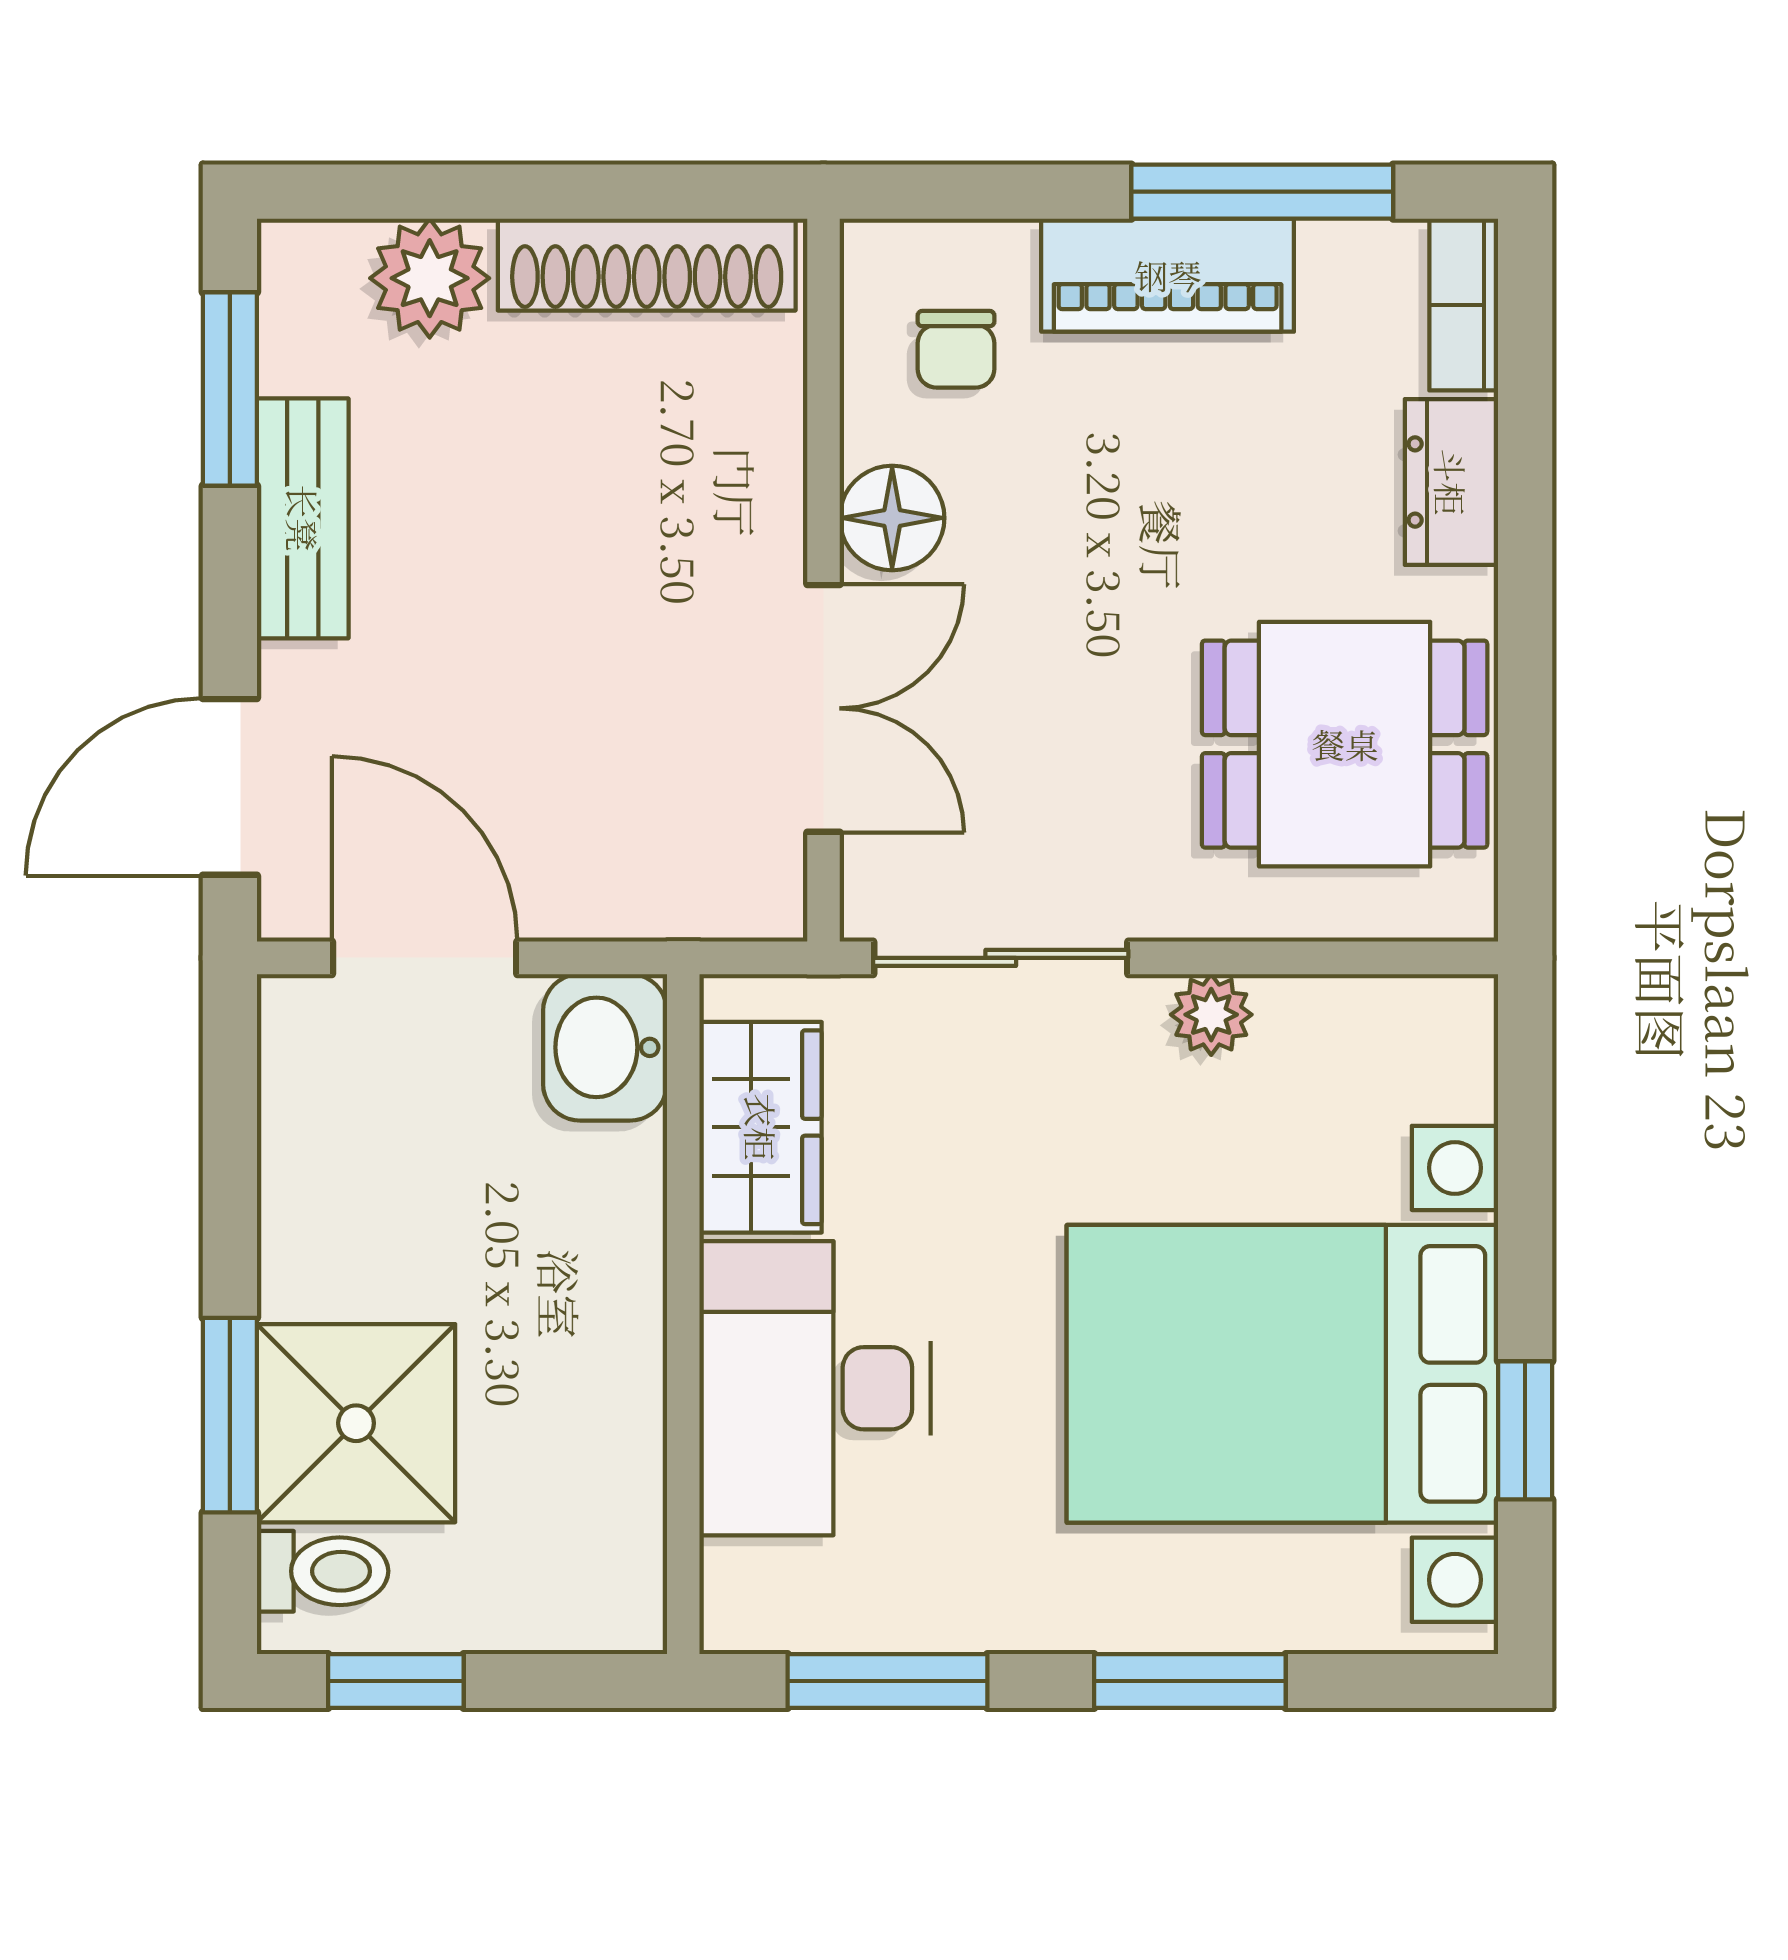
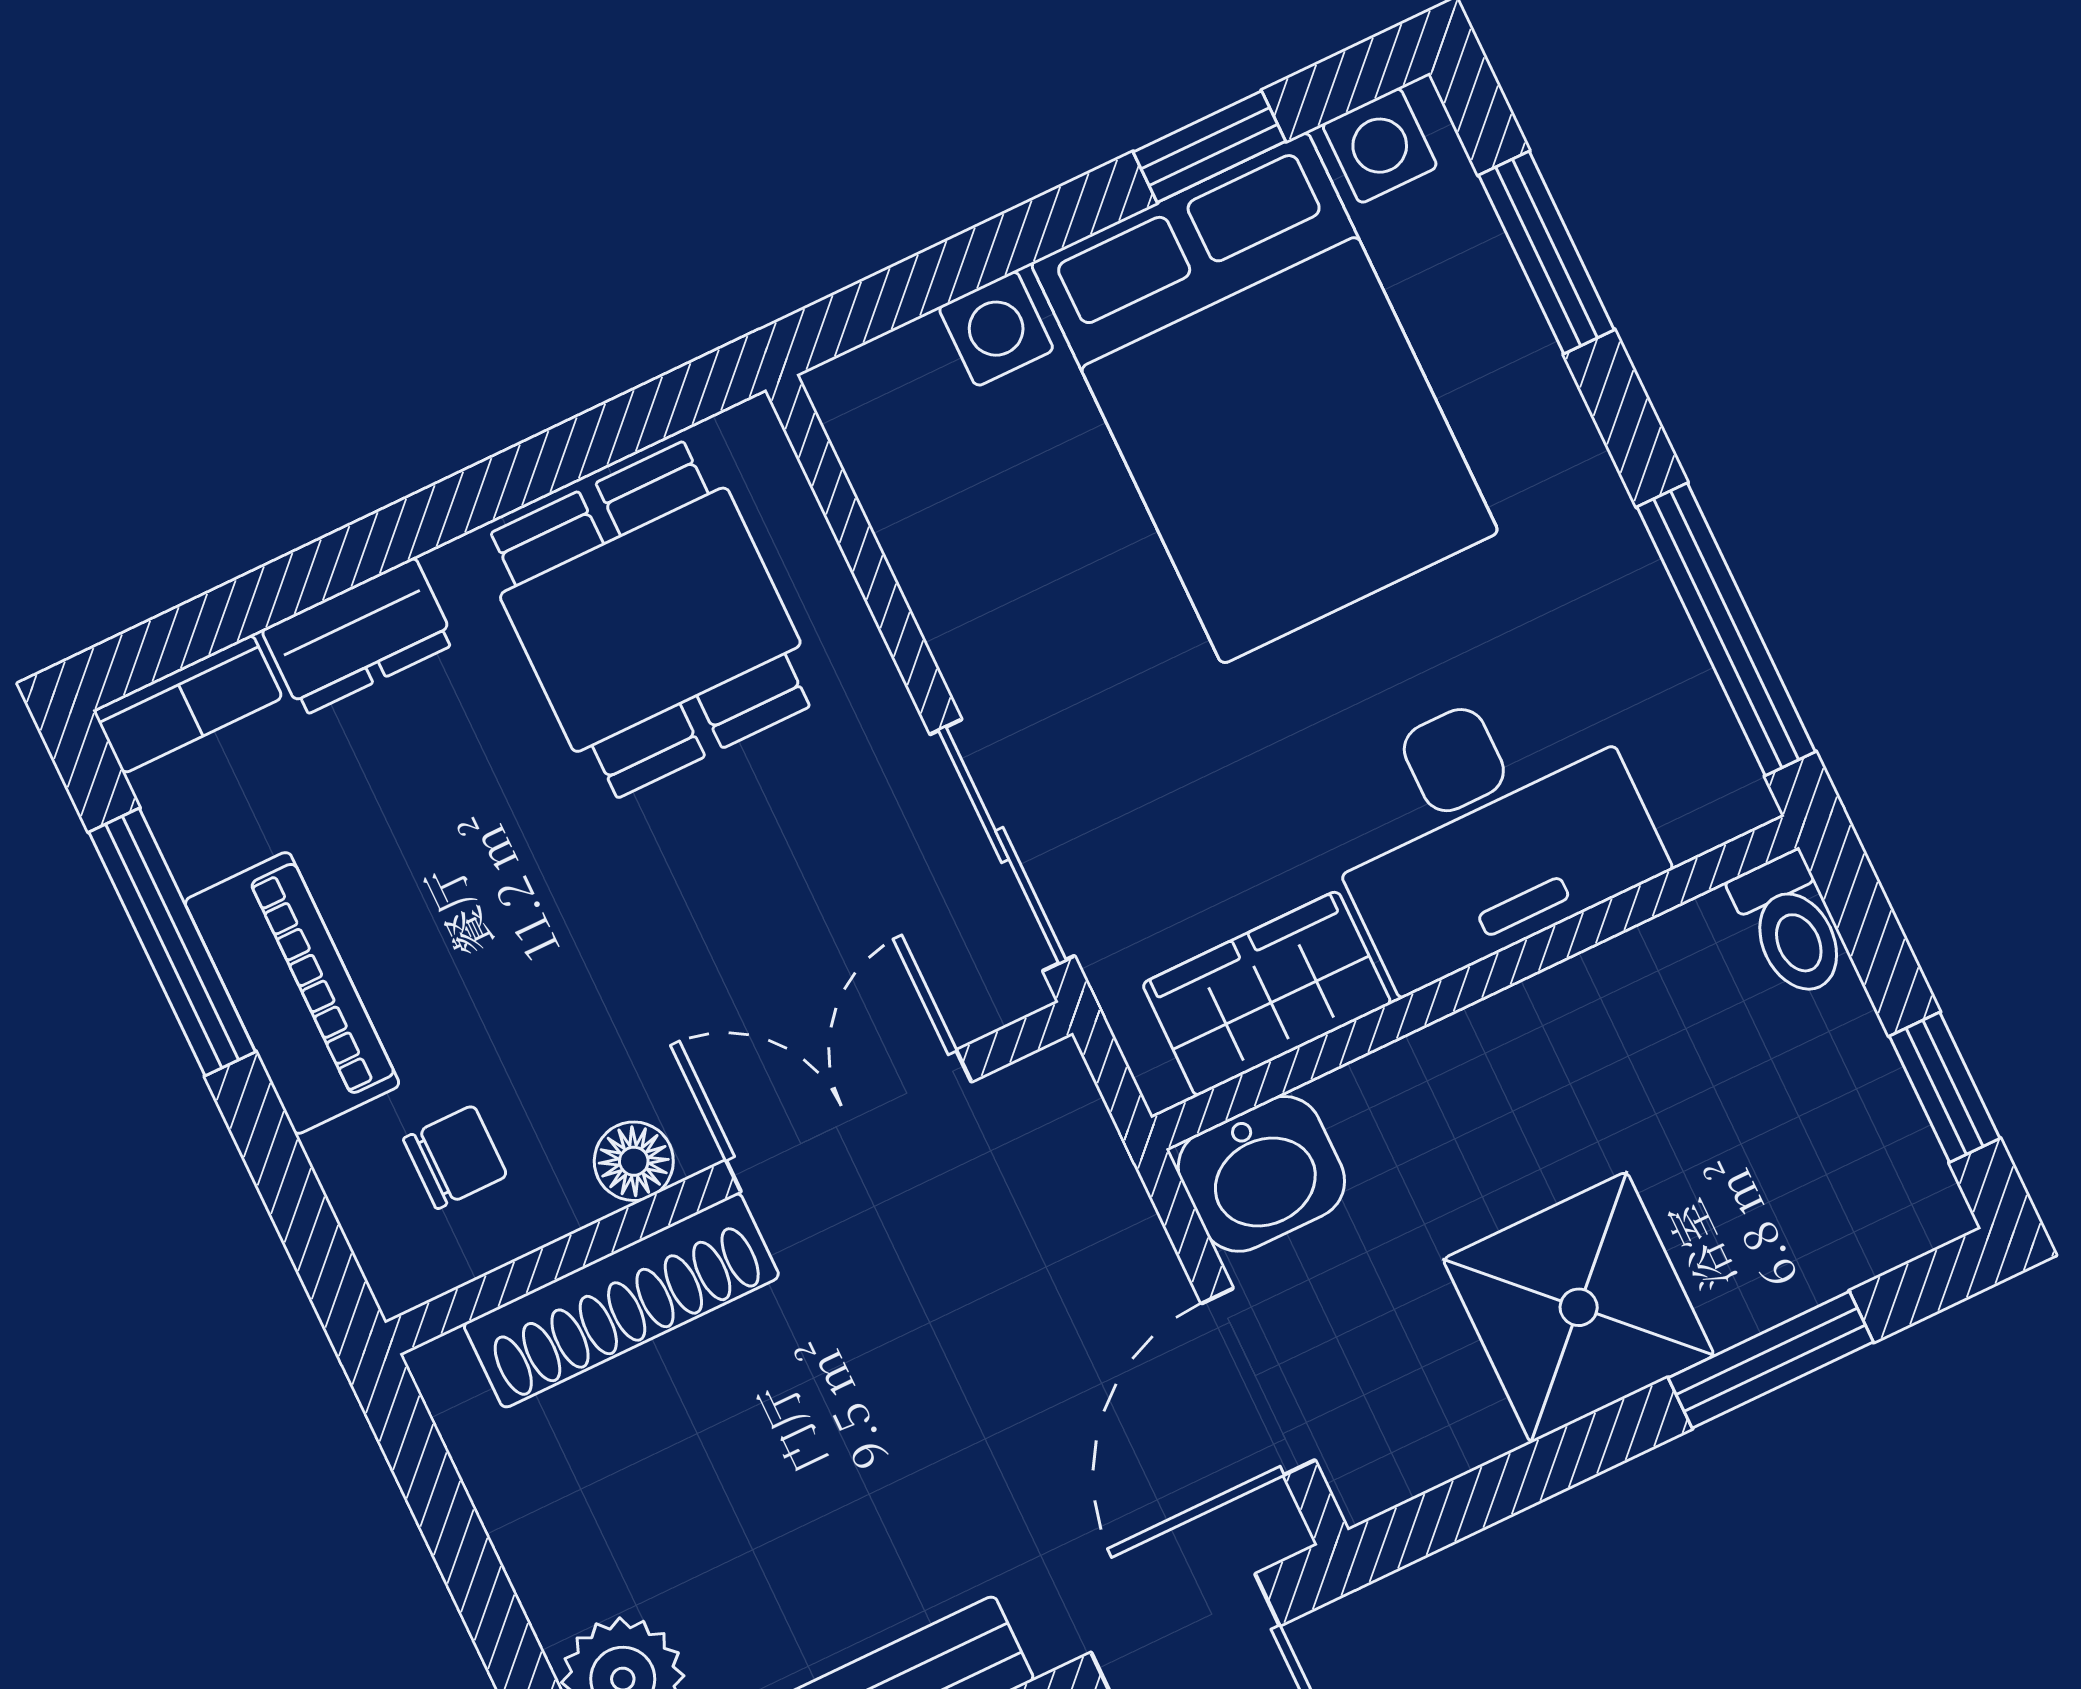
shoe rack: (647, 265) -> (621, 1300), moved, turned 90
floor lamp: (892, 518) -> (634, 1161), width x0.73, depth x0.73
plant: (1211, 1015) -> (961, 624), removed
shower: (356, 1423) -> (1579, 1307), moved
toilet: (323, 1571) -> (1791, 926), moved, turned 180
window: (887, 1681) -> (1726, 629), width x1.44
window: (1190, 1681) -> (1546, 252), moved

